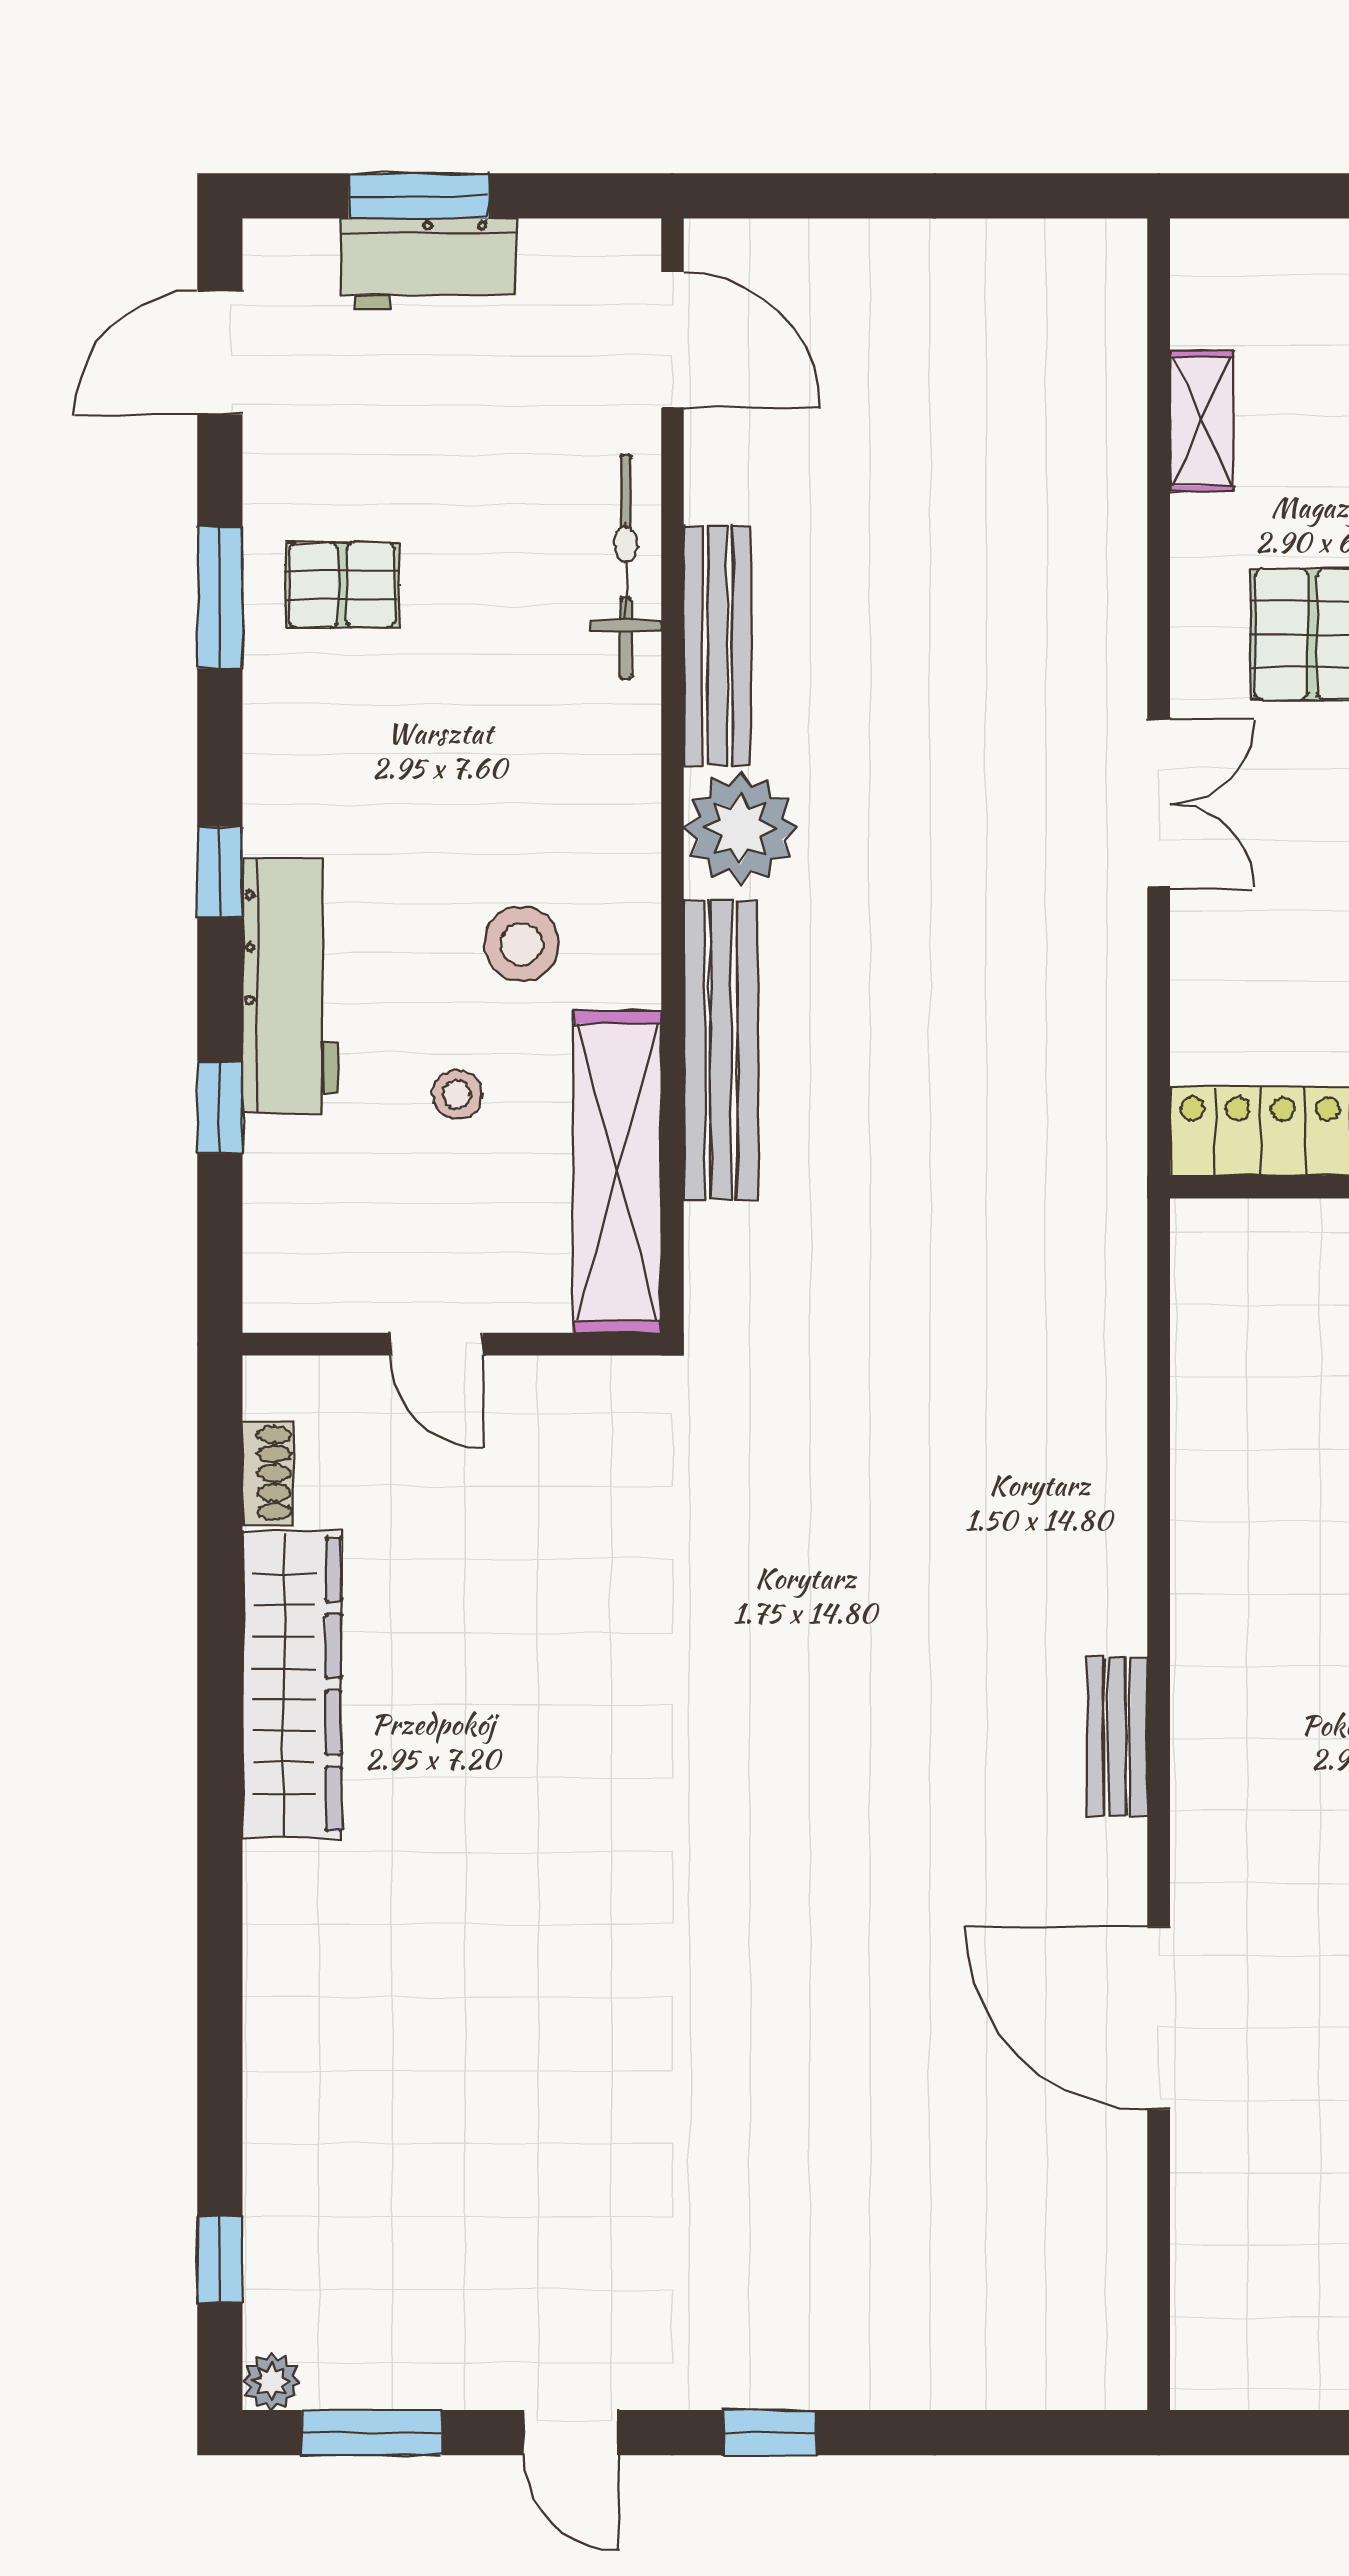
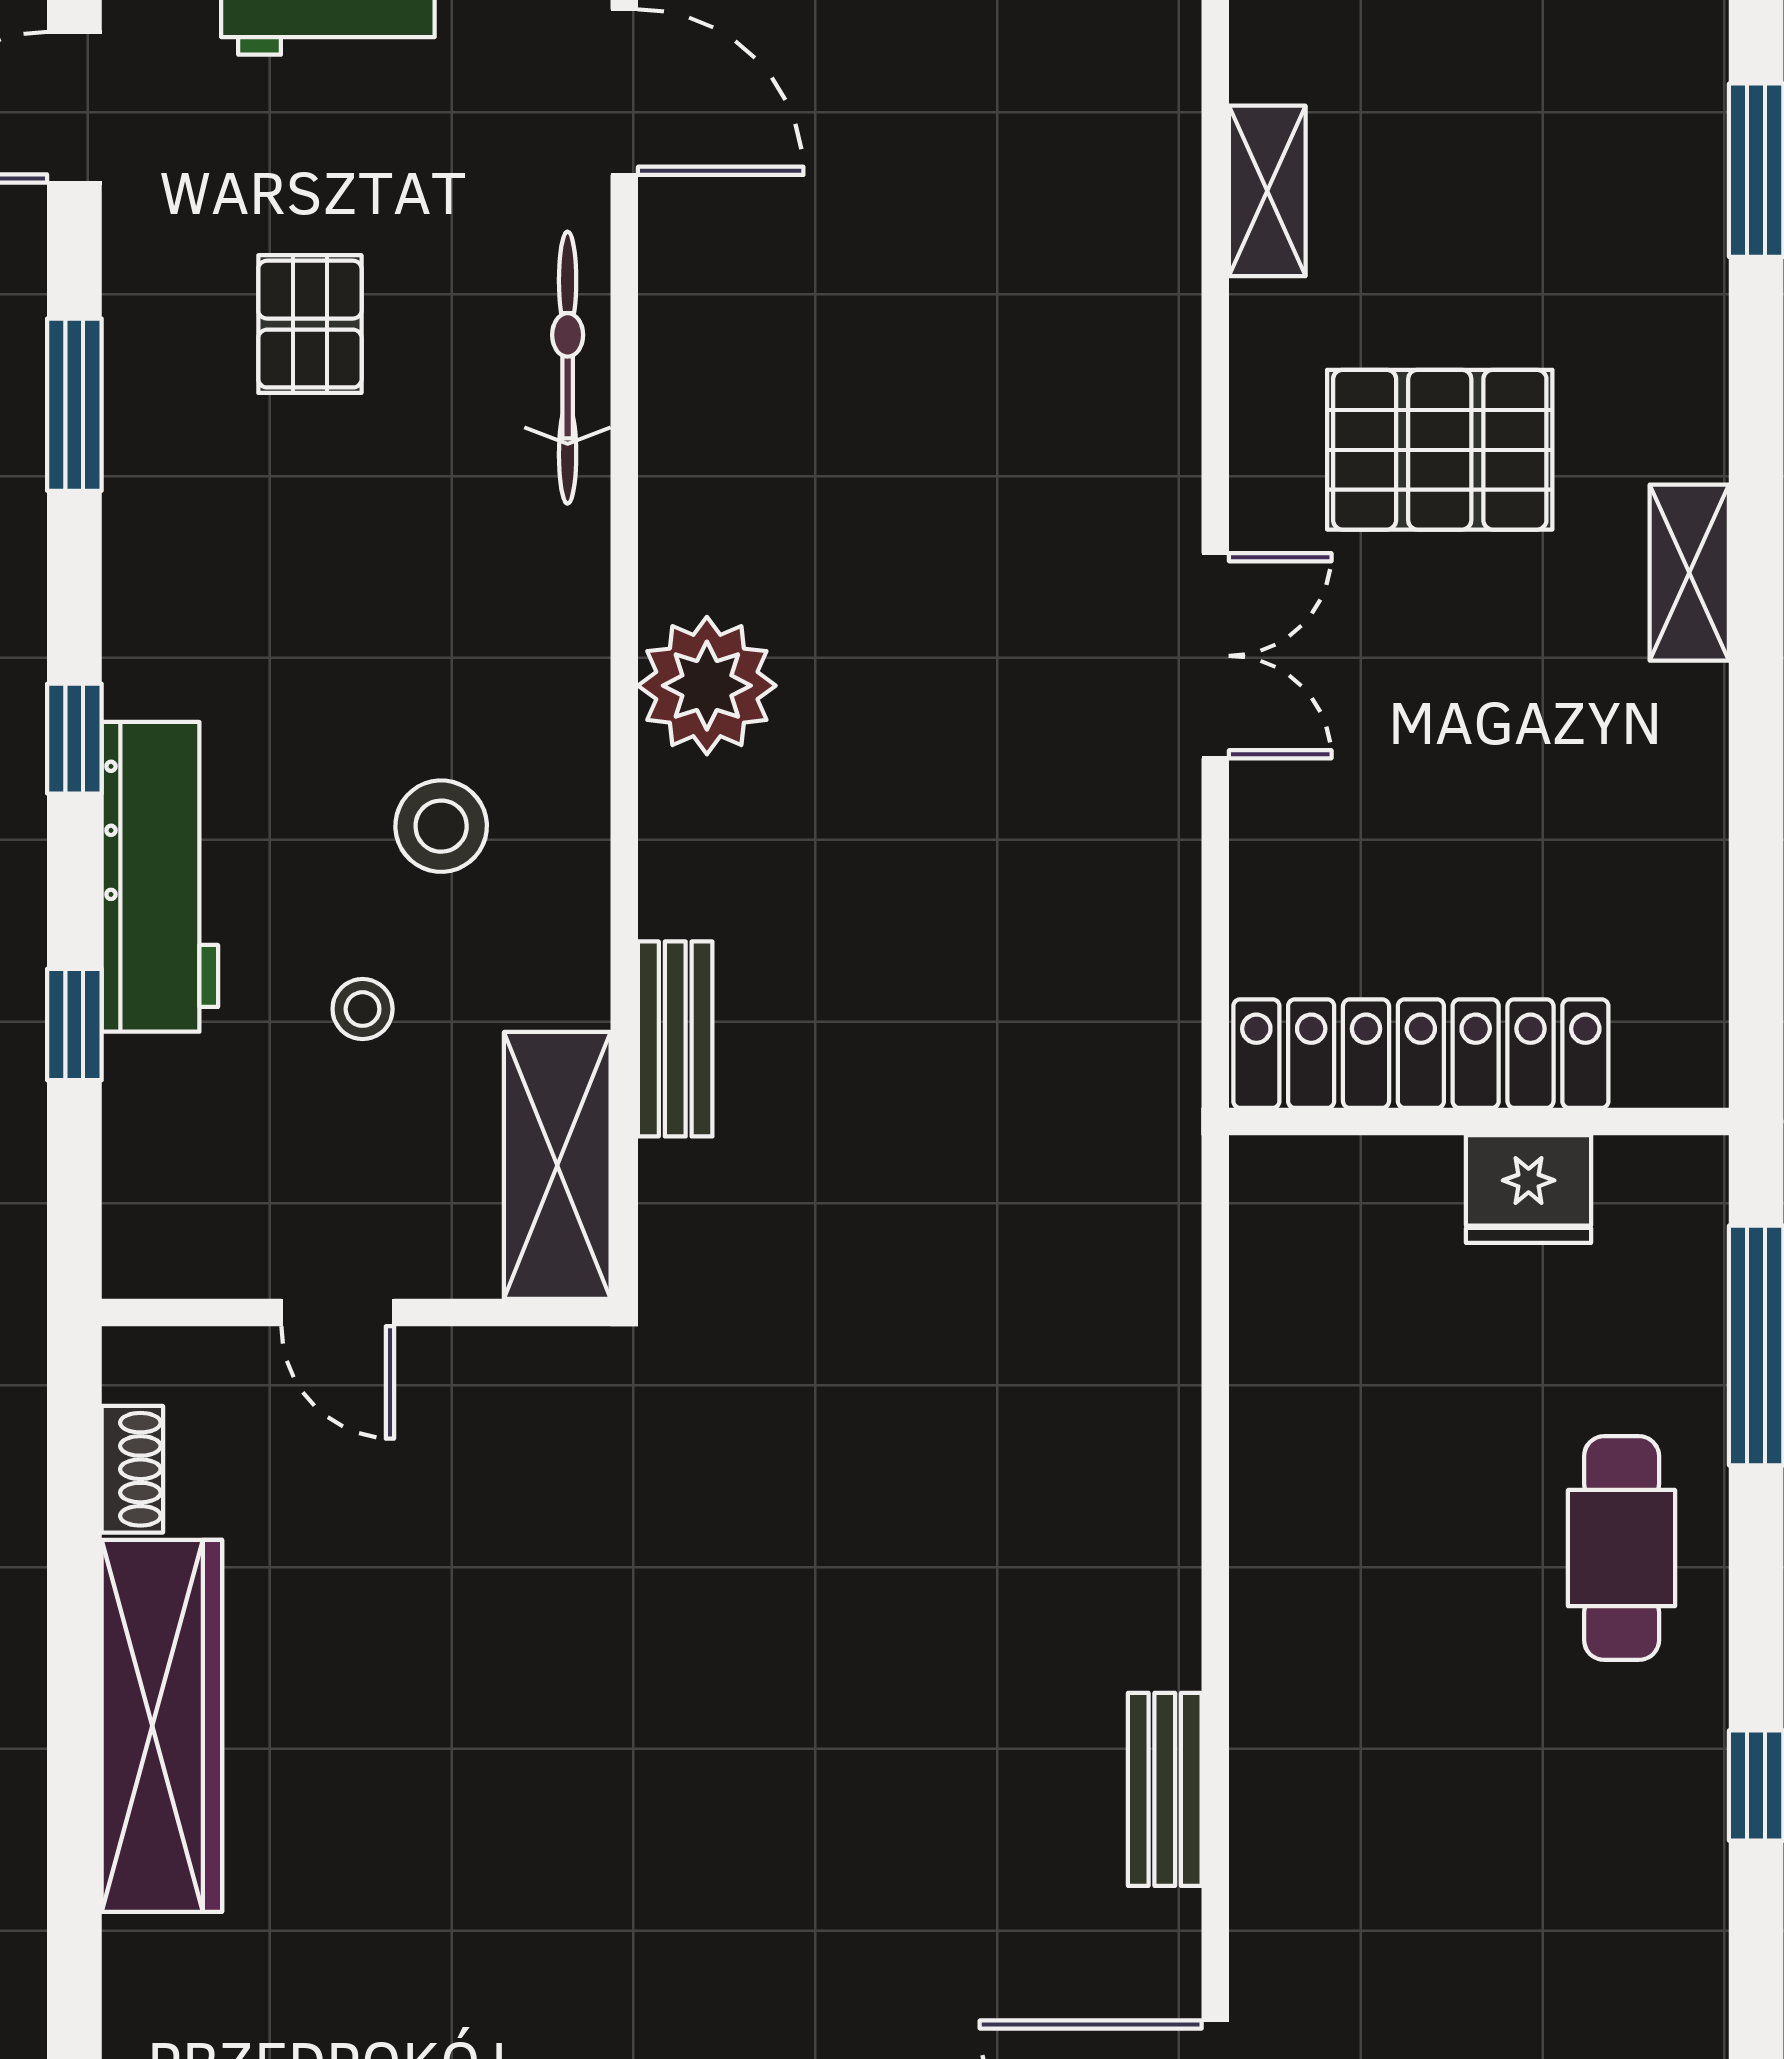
pallet: (342, 585) -> (310, 324), moved, turned 90
bench: (717, 646) -> (679, 464), removed
bench: (721, 1050) -> (675, 1039), width x0.54, depth x0.82
shelving: (617, 1172) -> (557, 1165), width x0.68

